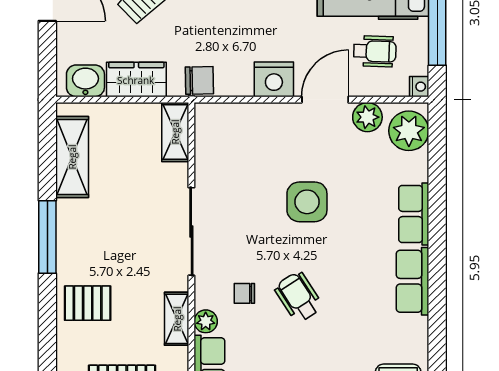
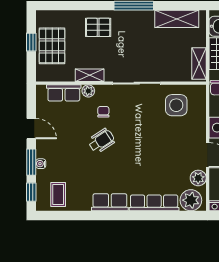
shelving: (175, 132) -> (199, 64), moved, turned 90
side table: (307, 202) -> (176, 105), moved
row of seats: (414, 214) -> (154, 203), width x1.48
pallet: (88, 303) -> (98, 27), turned 90

